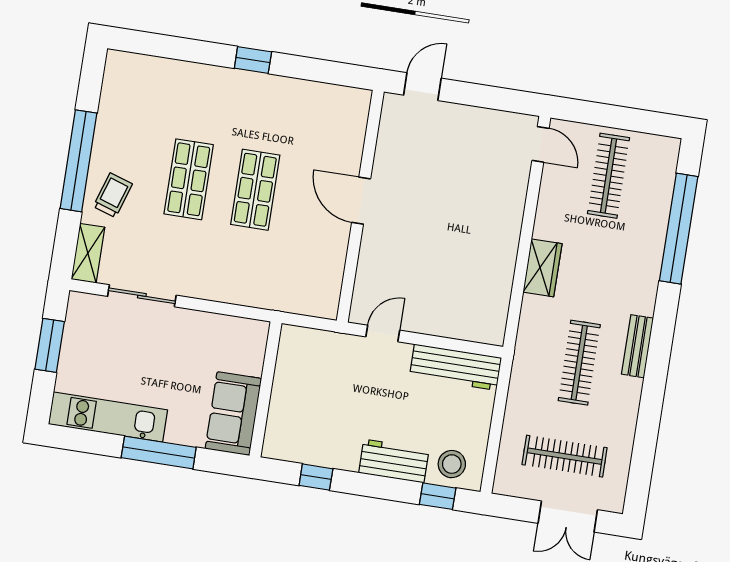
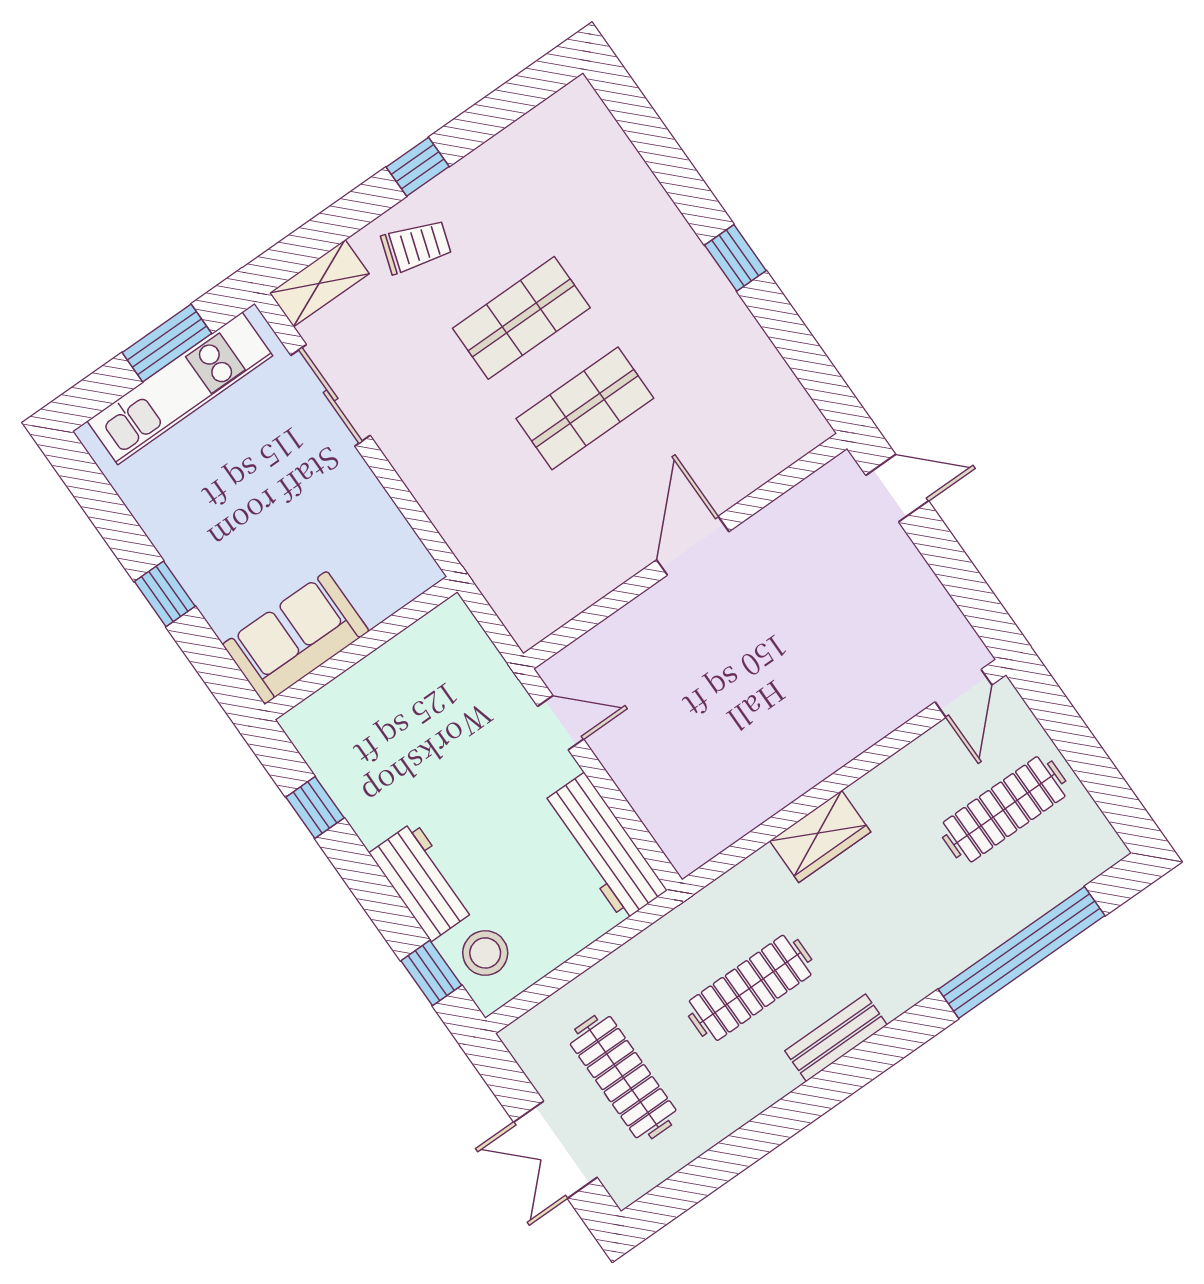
window: (78, 161) -> (418, 167), width x0.32
kitchen unit: (108, 417) -> (180, 388), moved, turned 90
window: (159, 452) -> (165, 594), width x0.46

